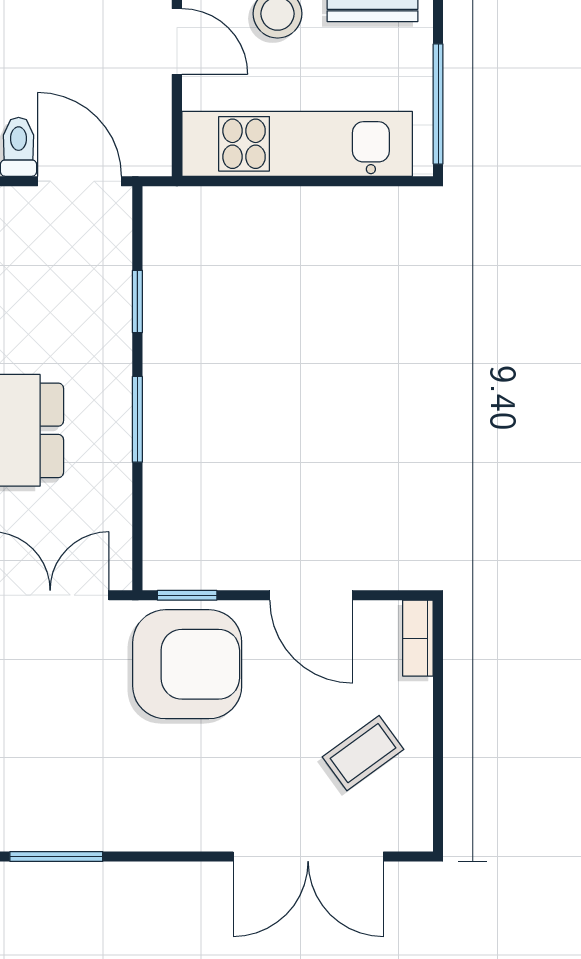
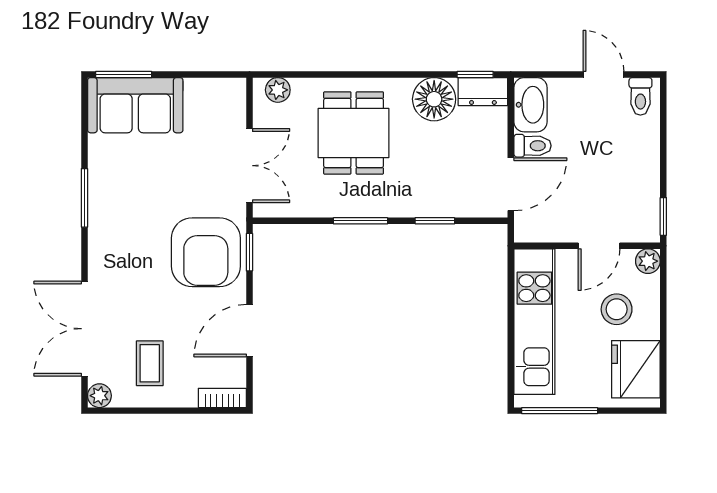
coffee table: (363, 753) -> (150, 363), turned 36
plant: (414, 833) -> (99, 396), added
window: (56, 856) -> (84, 198), moved

